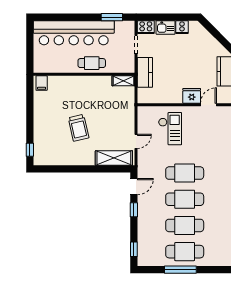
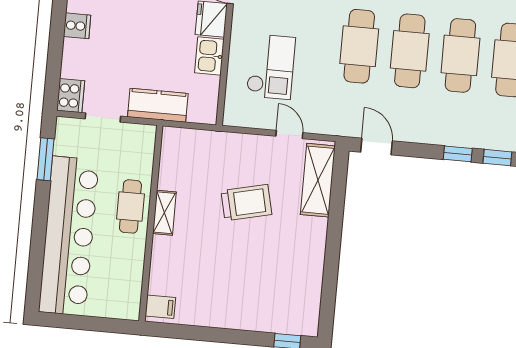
kitchen sink: (166, 28) -> (209, 56), moved, turned 180
shelving: (123, 81) -> (164, 213), moved
trolley: (79, 128) -> (246, 203), moved
checkout: (170, 129) -> (271, 67), turned 90
window: (134, 210) -> (458, 154), moved

